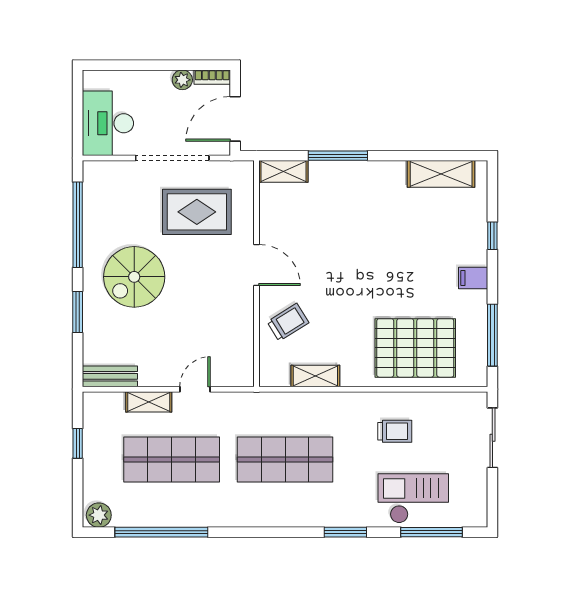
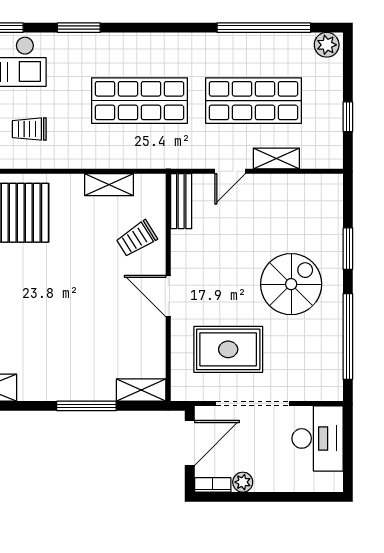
bench: (110, 376) -> (181, 201), moved, turned 90

